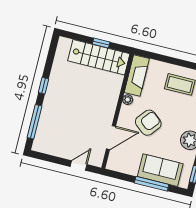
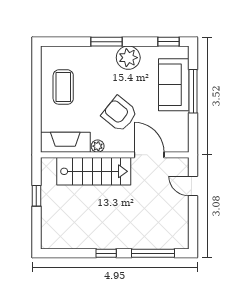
stairs: (99, 57) -> (94, 171), moved, turned 90

